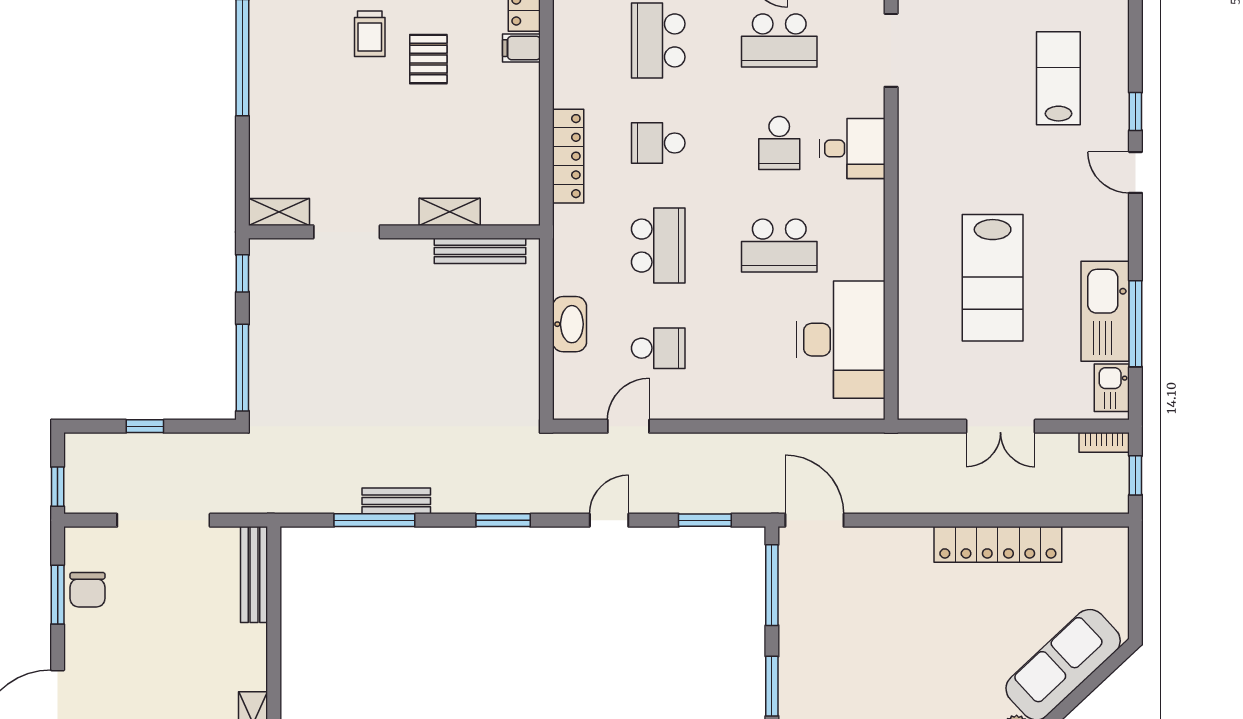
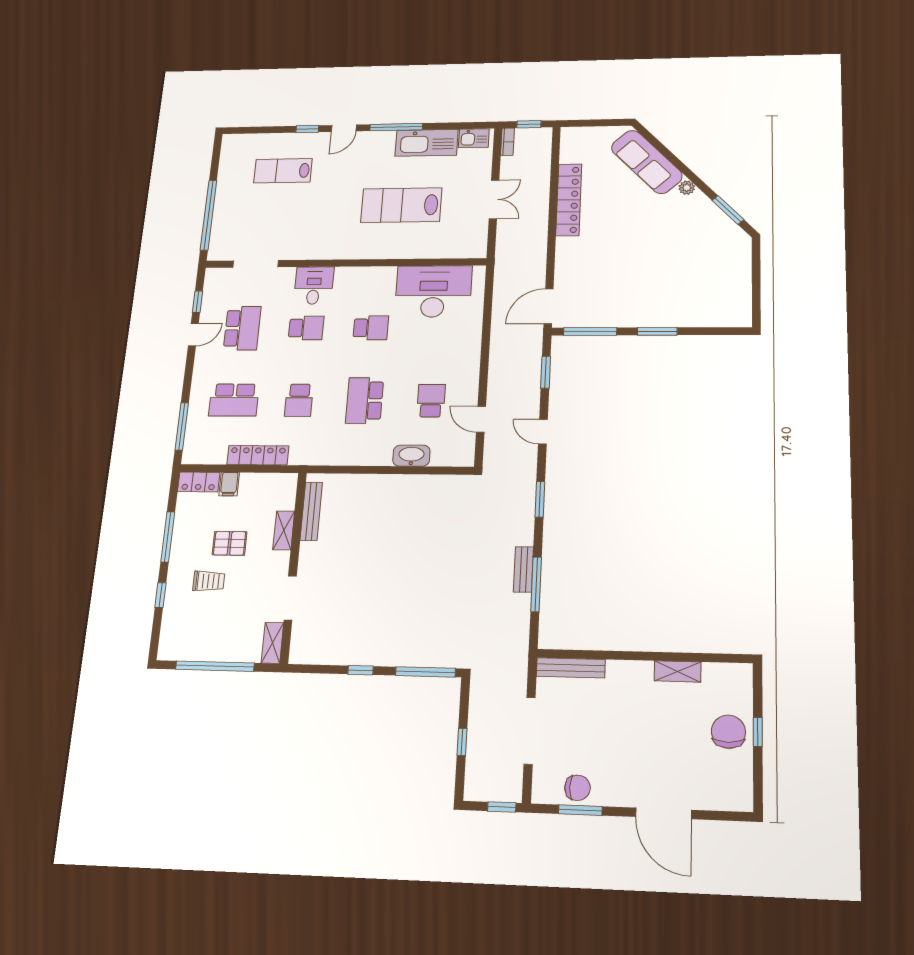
locker: (568, 156) -> (258, 455), moved
shelving: (279, 212) -> (272, 643), moved
shelving: (450, 212) -> (284, 530), moved
doorway: (347, 232) -> (290, 598), moved
wall: (394, 232) -> (293, 566), moved
school desk: (658, 246) -> (365, 400), turned -90
school desk: (779, 246) -> (371, 328), width x0.54
bench: (480, 251) -> (311, 511), moved
lab bench: (993, 278) -> (401, 205), turned 180
window: (1135, 324) -> (396, 127), moved

